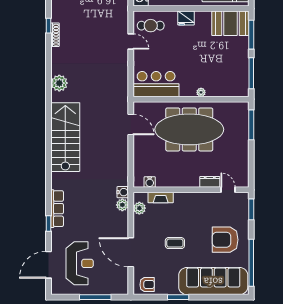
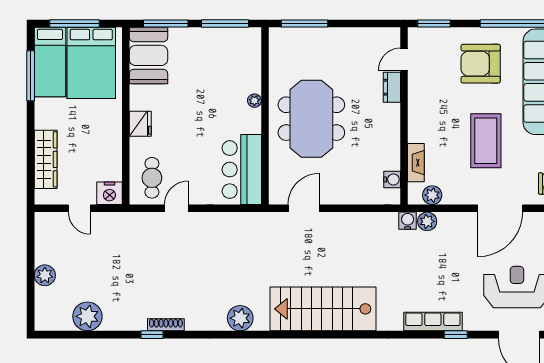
meeting table: (189, 129) -> (311, 119), width x0.73
armchair: (225, 240) -> (481, 64), turned 90
coffee table: (175, 243) -> (486, 141), width x1.86, depth x1.72

